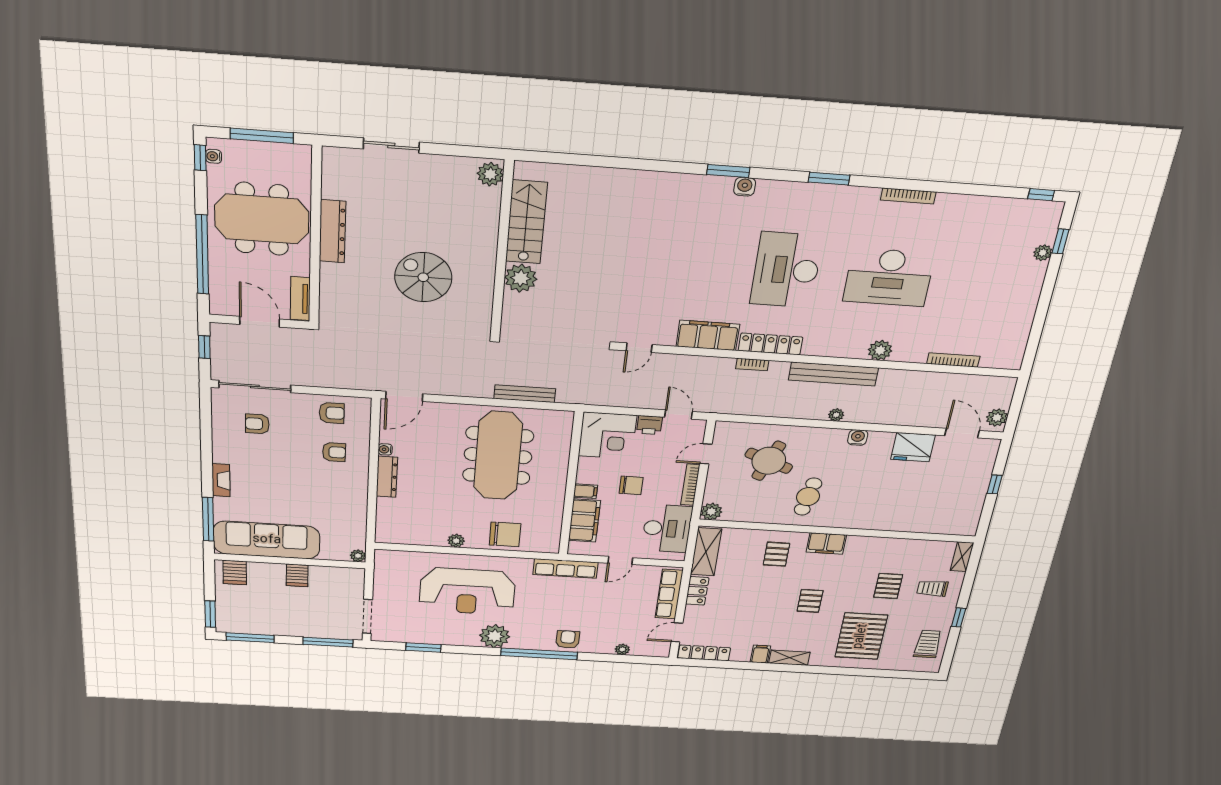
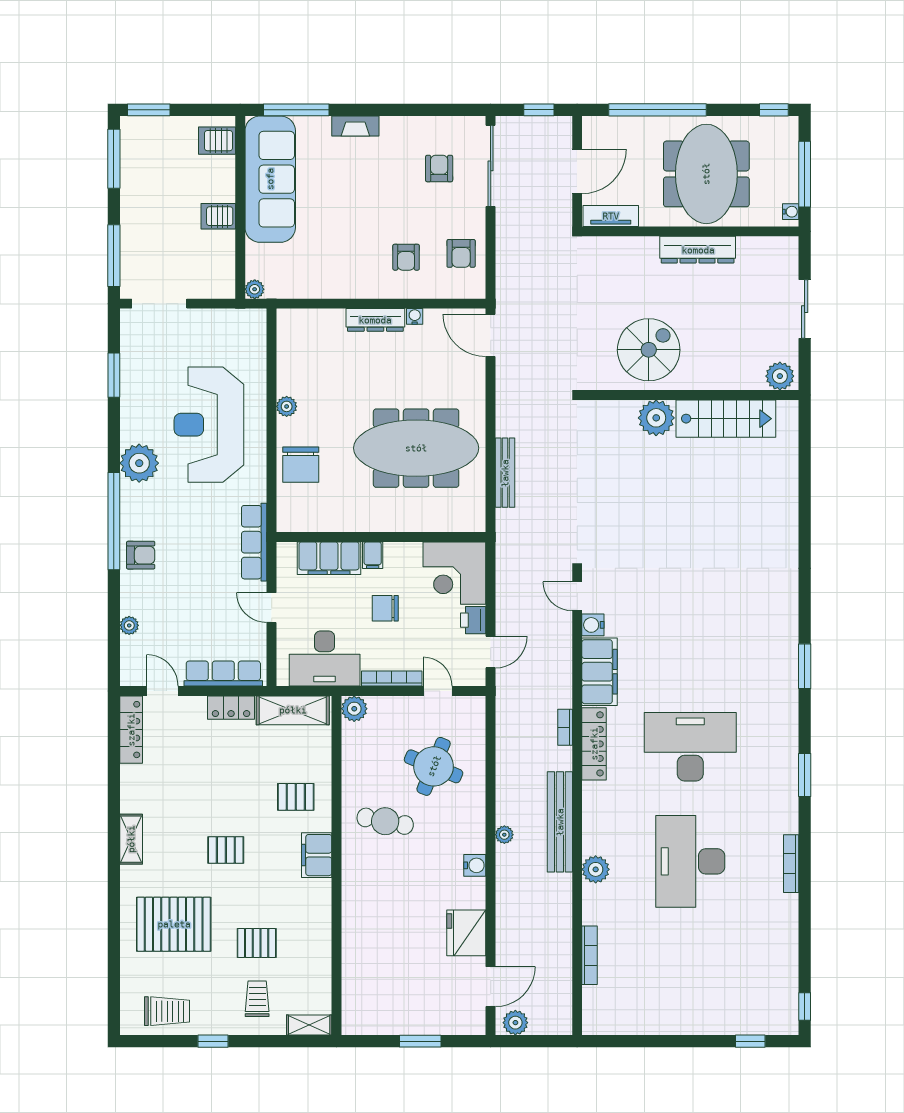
water cooler: (214, 156) -> (791, 212), moved, turned 90
plant: (490, 174) -> (780, 376), moved
water cooler: (745, 187) -> (593, 625), moved, turned 180
stairs: (526, 222) -> (726, 419), moved
wall: (502, 250) -> (690, 395), moved
plant: (1043, 253) -> (735, 1025), removed
plant: (521, 278) -> (656, 418), moved
window: (995, 484) -> (420, 1041), width x1.50
chair: (631, 485) -> (385, 608), turned 90
filing cabinet: (760, 654) -> (134, 801), removed

